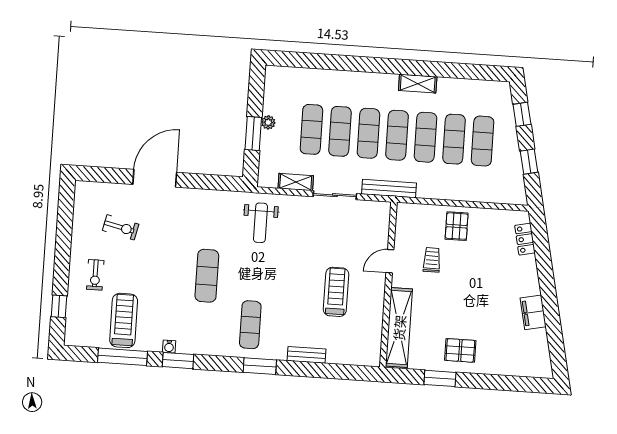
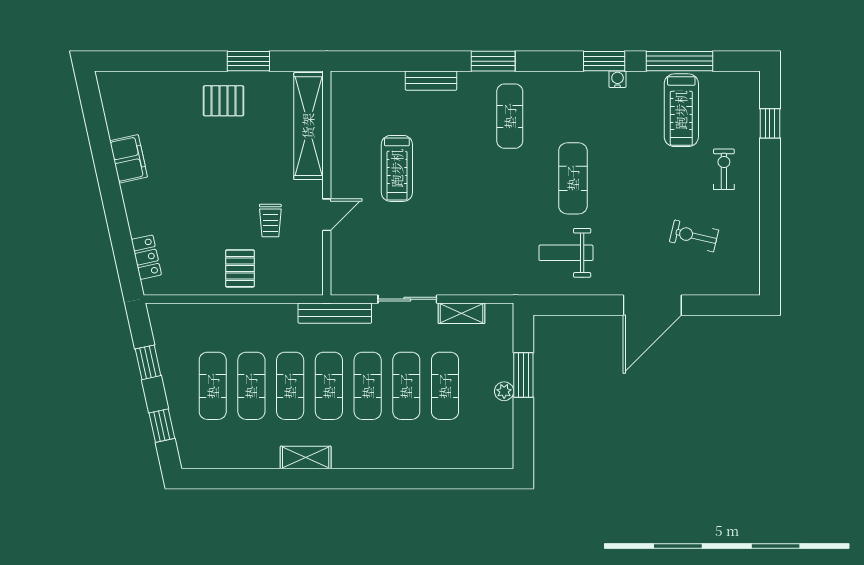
weight bench: (260, 223) -> (566, 253), moved, turned -90

